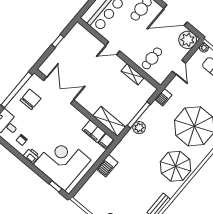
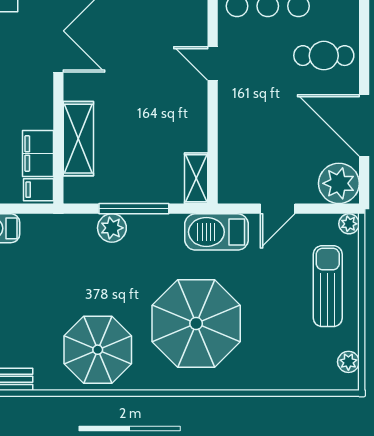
cafe table: (152, 58) -> (253, 148), removed
shelving: (133, 74) -> (196, 178), moved
barbecue: (163, 97) -> (217, 232), width x1.88, depth x1.53
shelving: (109, 121) -> (78, 139), moved

